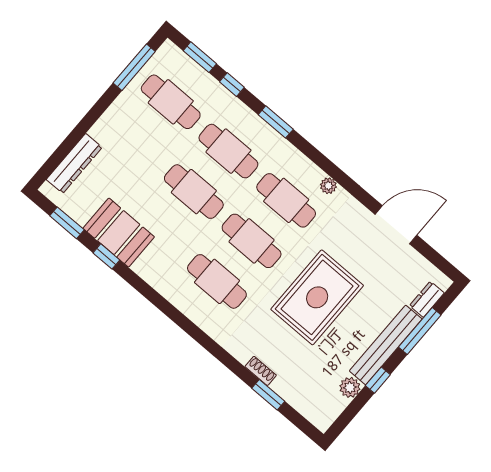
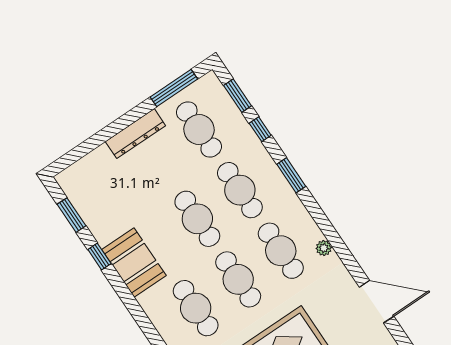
dresser: (74, 163) -> (135, 134), moved
booth: (119, 233) -> (134, 263), moved

